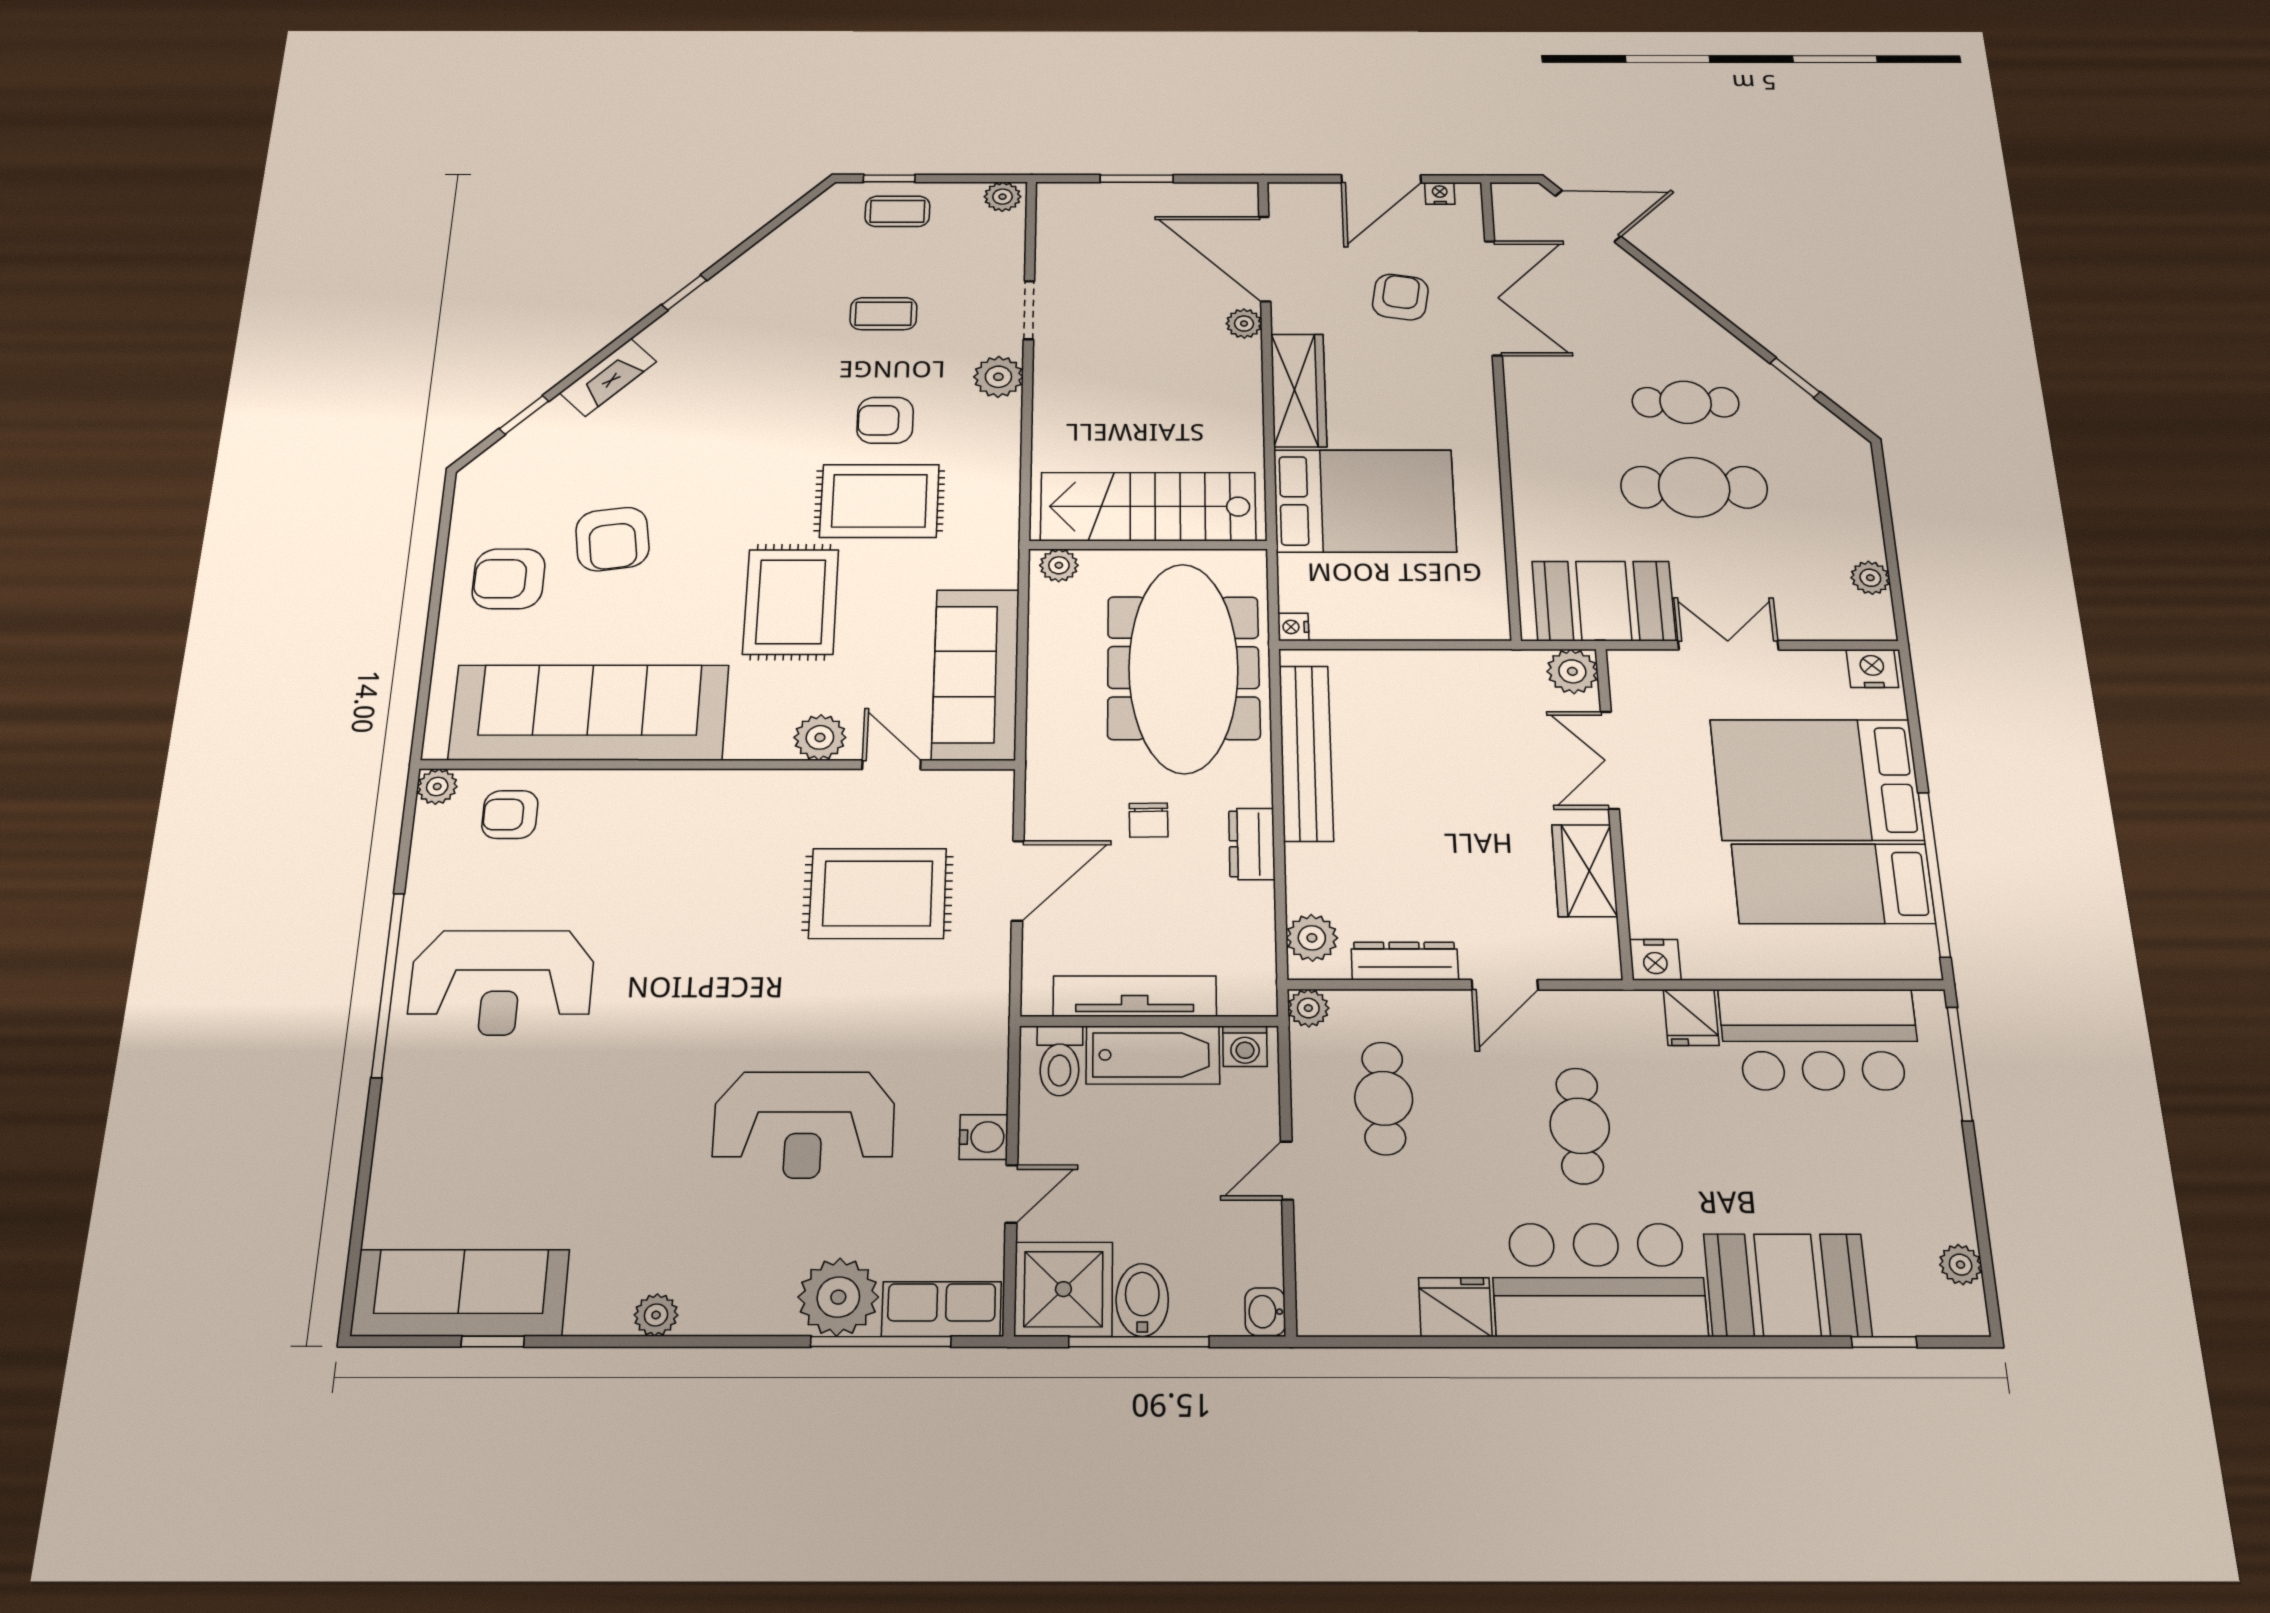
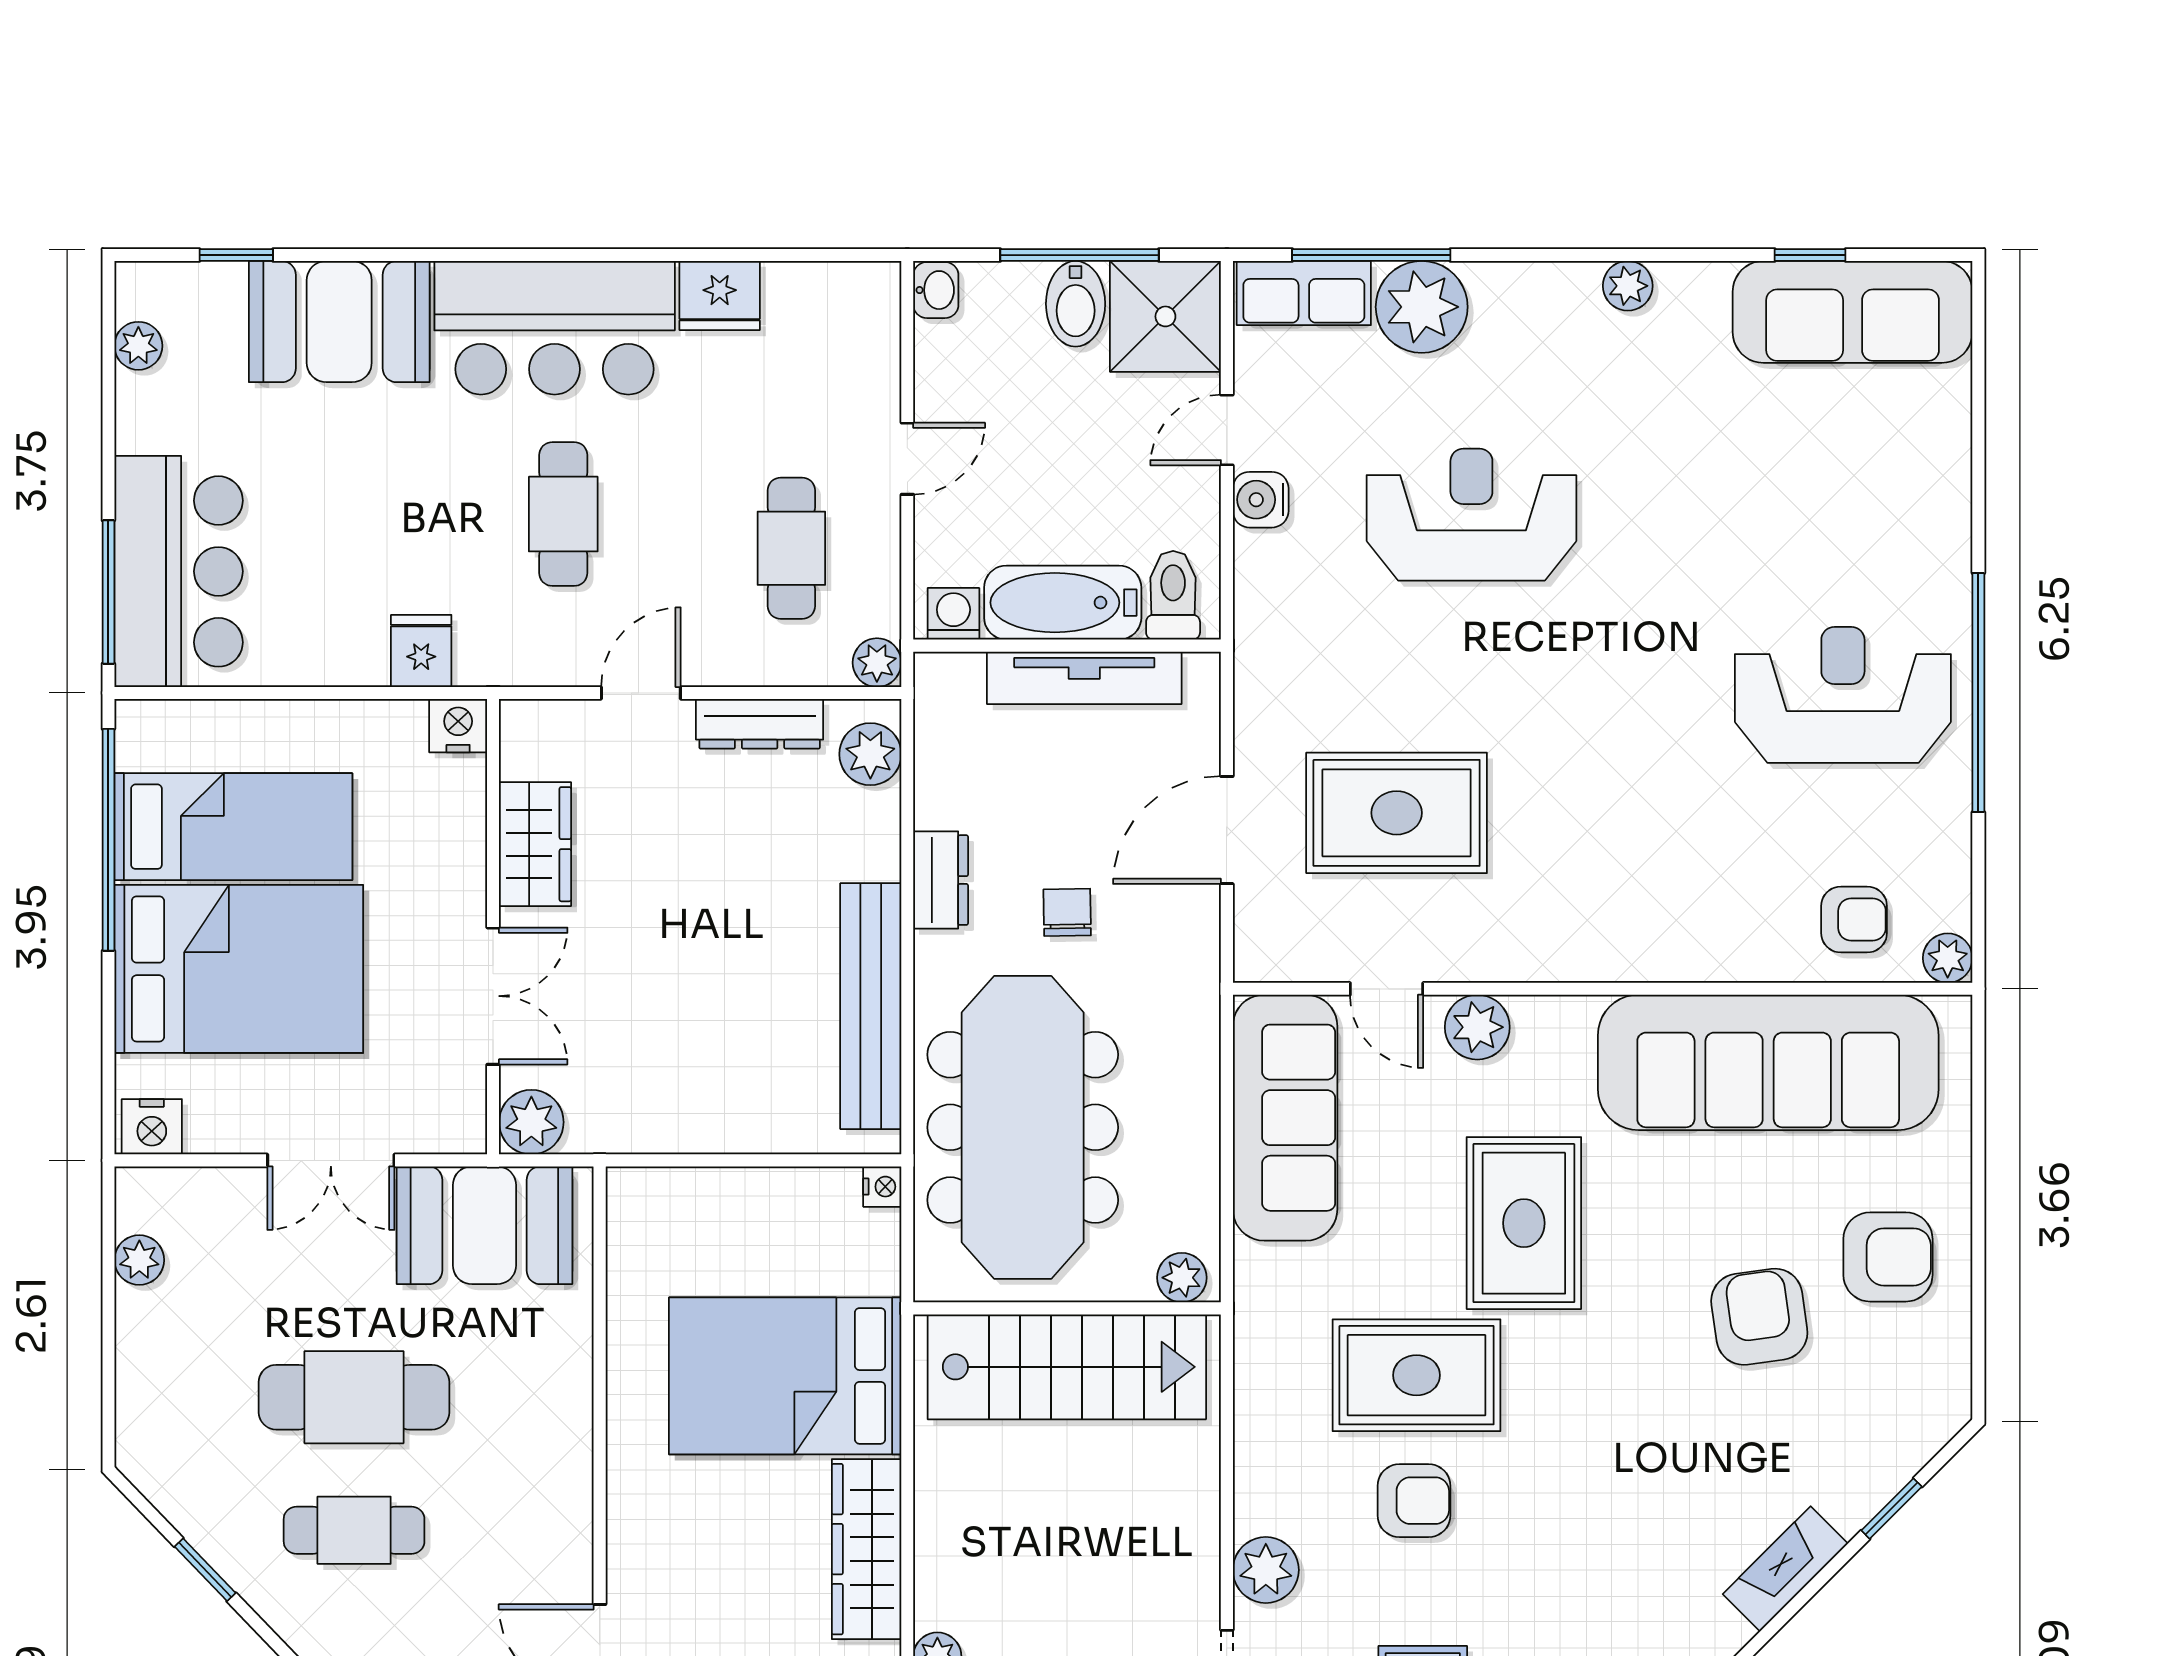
bar counter: (1820, 1039) -> (179, 571), moved, turned 90

